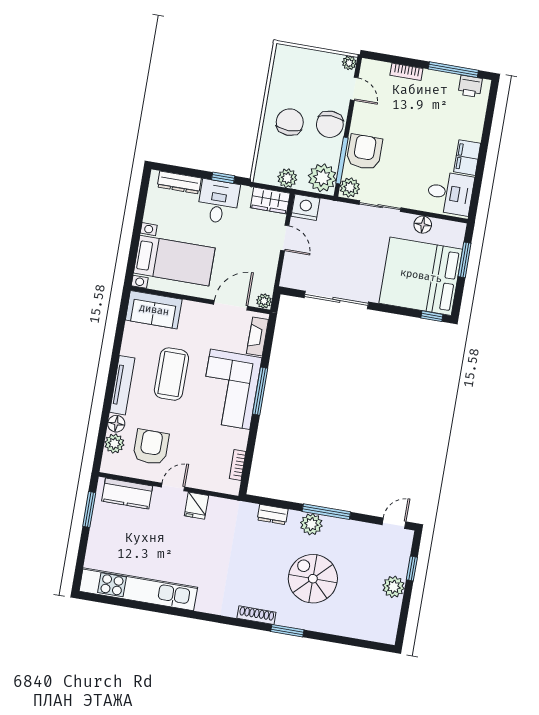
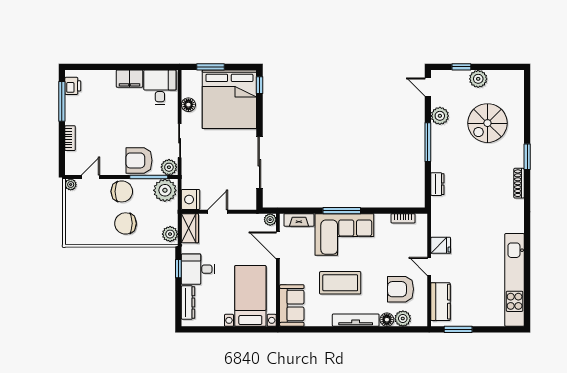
plant: (287, 178) -> (170, 234), moved
plant: (311, 524) -> (440, 116), moved
spiral stairs: (313, 579) -> (487, 123), moved

